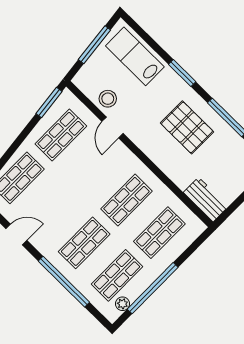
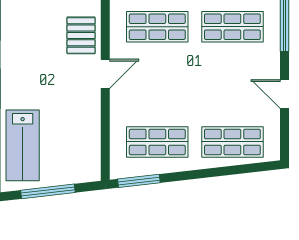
stool: (108, 99) -> (84, 132), removed
door: (113, 127) -> (105, 74), moved
pallet: (187, 127) -> (81, 35), moved, width x0.67, depth x0.71

